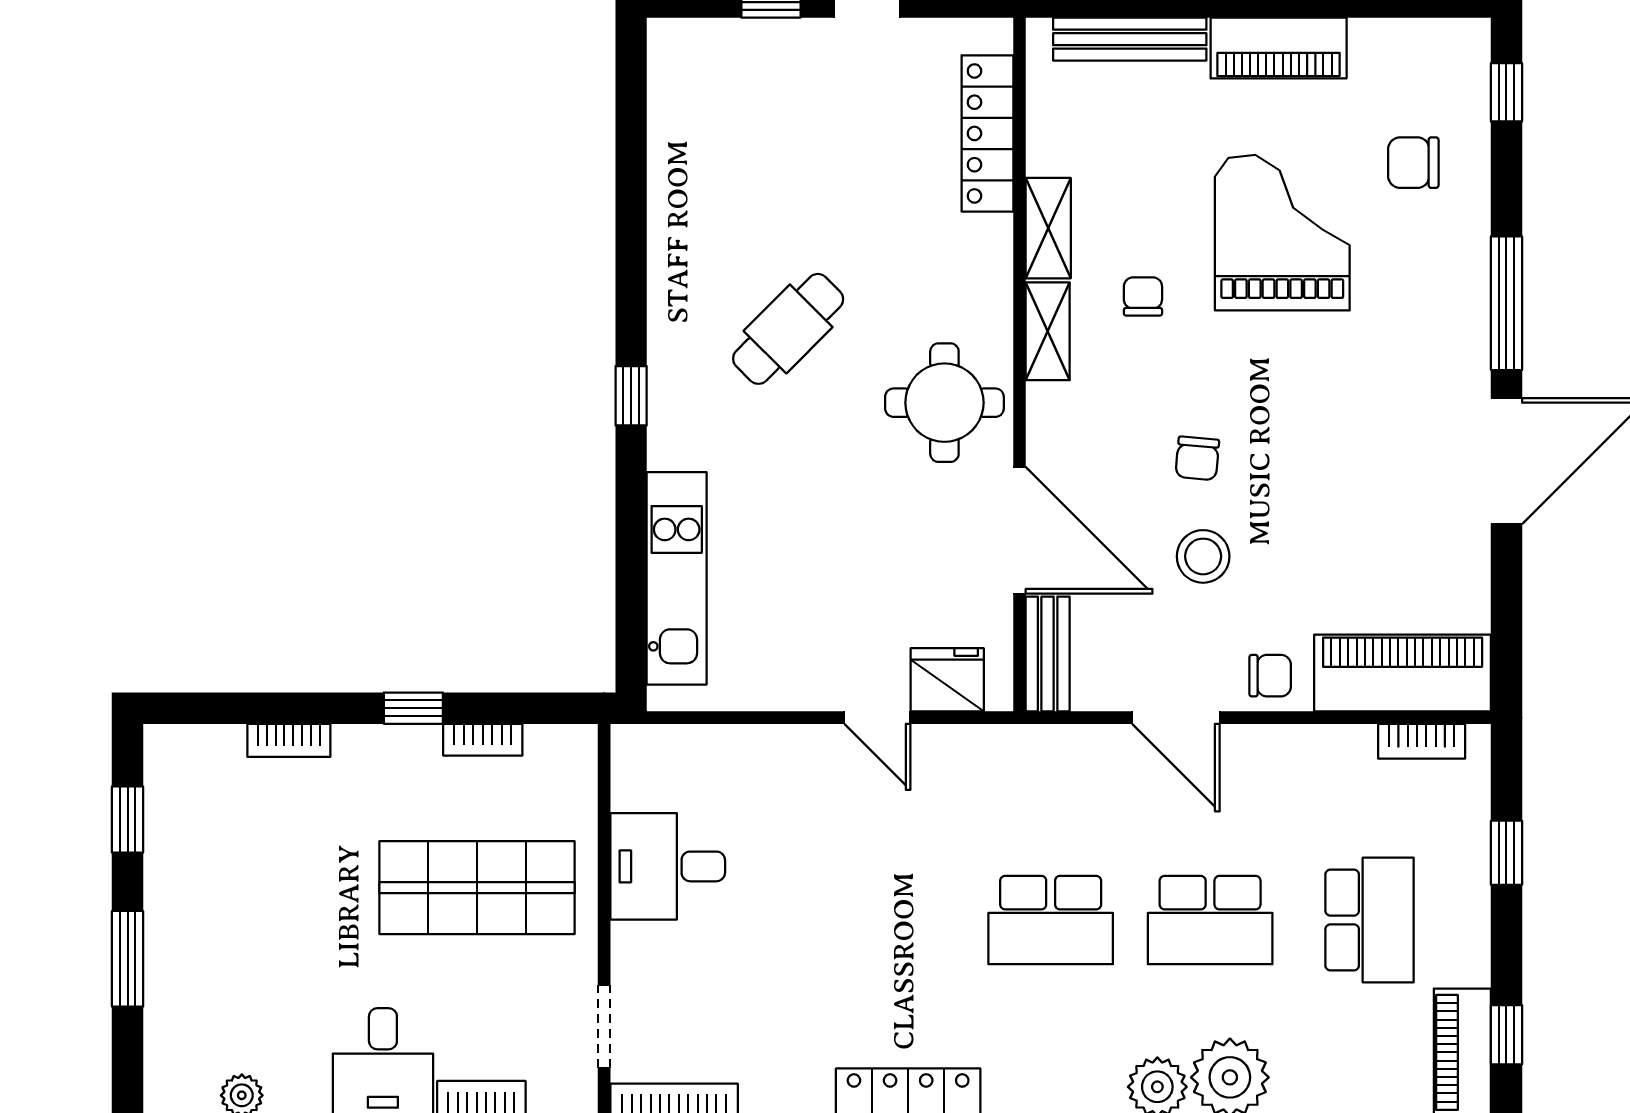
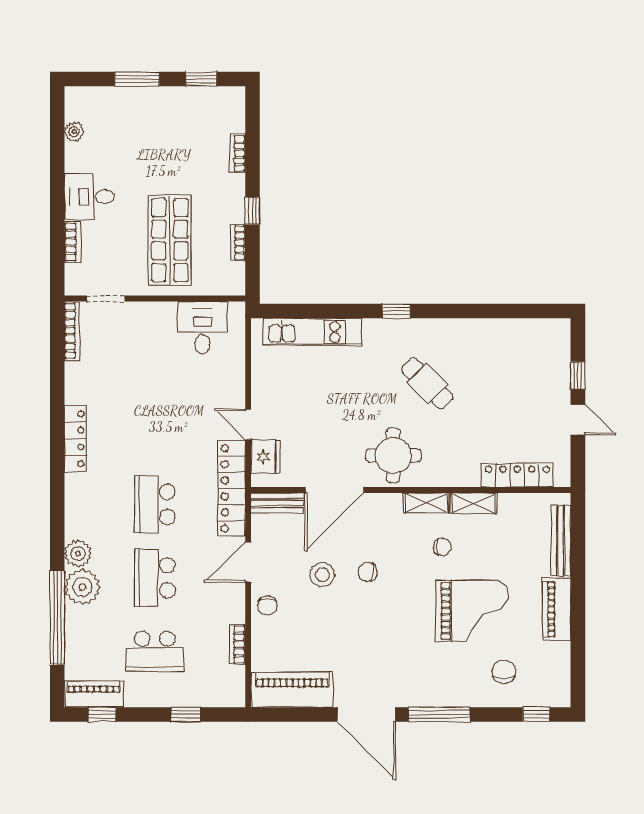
piano: (1403, 673) -> (292, 690), moved, turned -90
door: (877, 718) -> (248, 425), hinge flipped
bookcase: (1422, 741) -> (237, 644), moved
locker: (1016, 753) -> (232, 488), added
desk: (668, 866) -> (203, 328), moved

